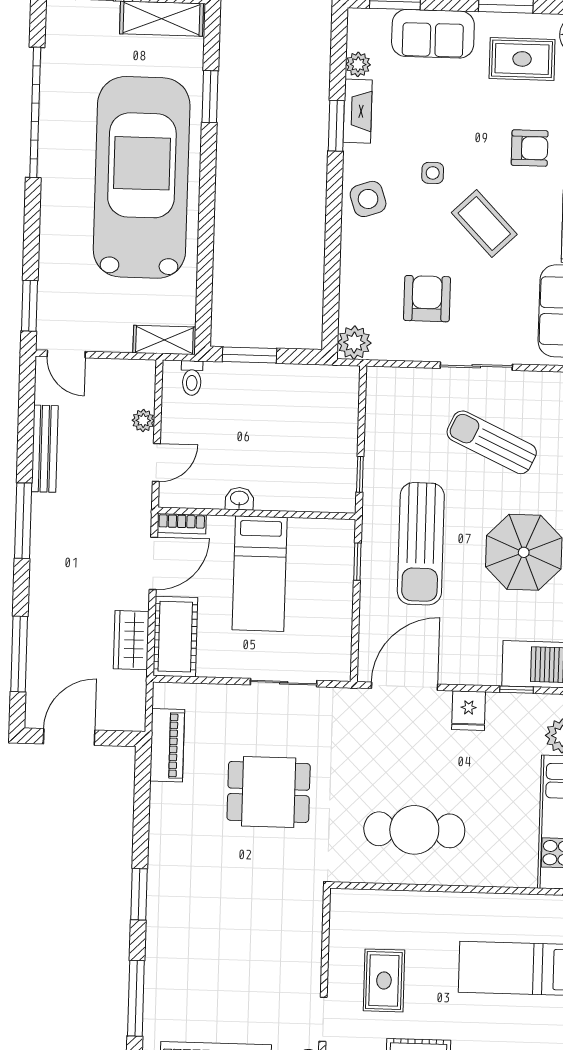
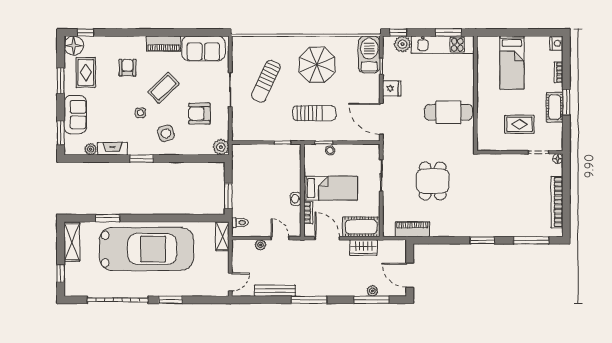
window: (336, 126) -> (142, 159), moved
car: (142, 177) -> (147, 249), turned 180
side table: (368, 199) -> (166, 133), moved
window: (29, 306) -> (170, 300), moved
bookcase: (182, 524) -> (308, 213), moved
sun lounger: (421, 544) -> (314, 113), width x0.73, depth x0.75
stool: (340, 575) -> (330, 150), added
plant: (38, 656) -> (372, 291), added
cafe table: (414, 830) -> (448, 112), turned 90

